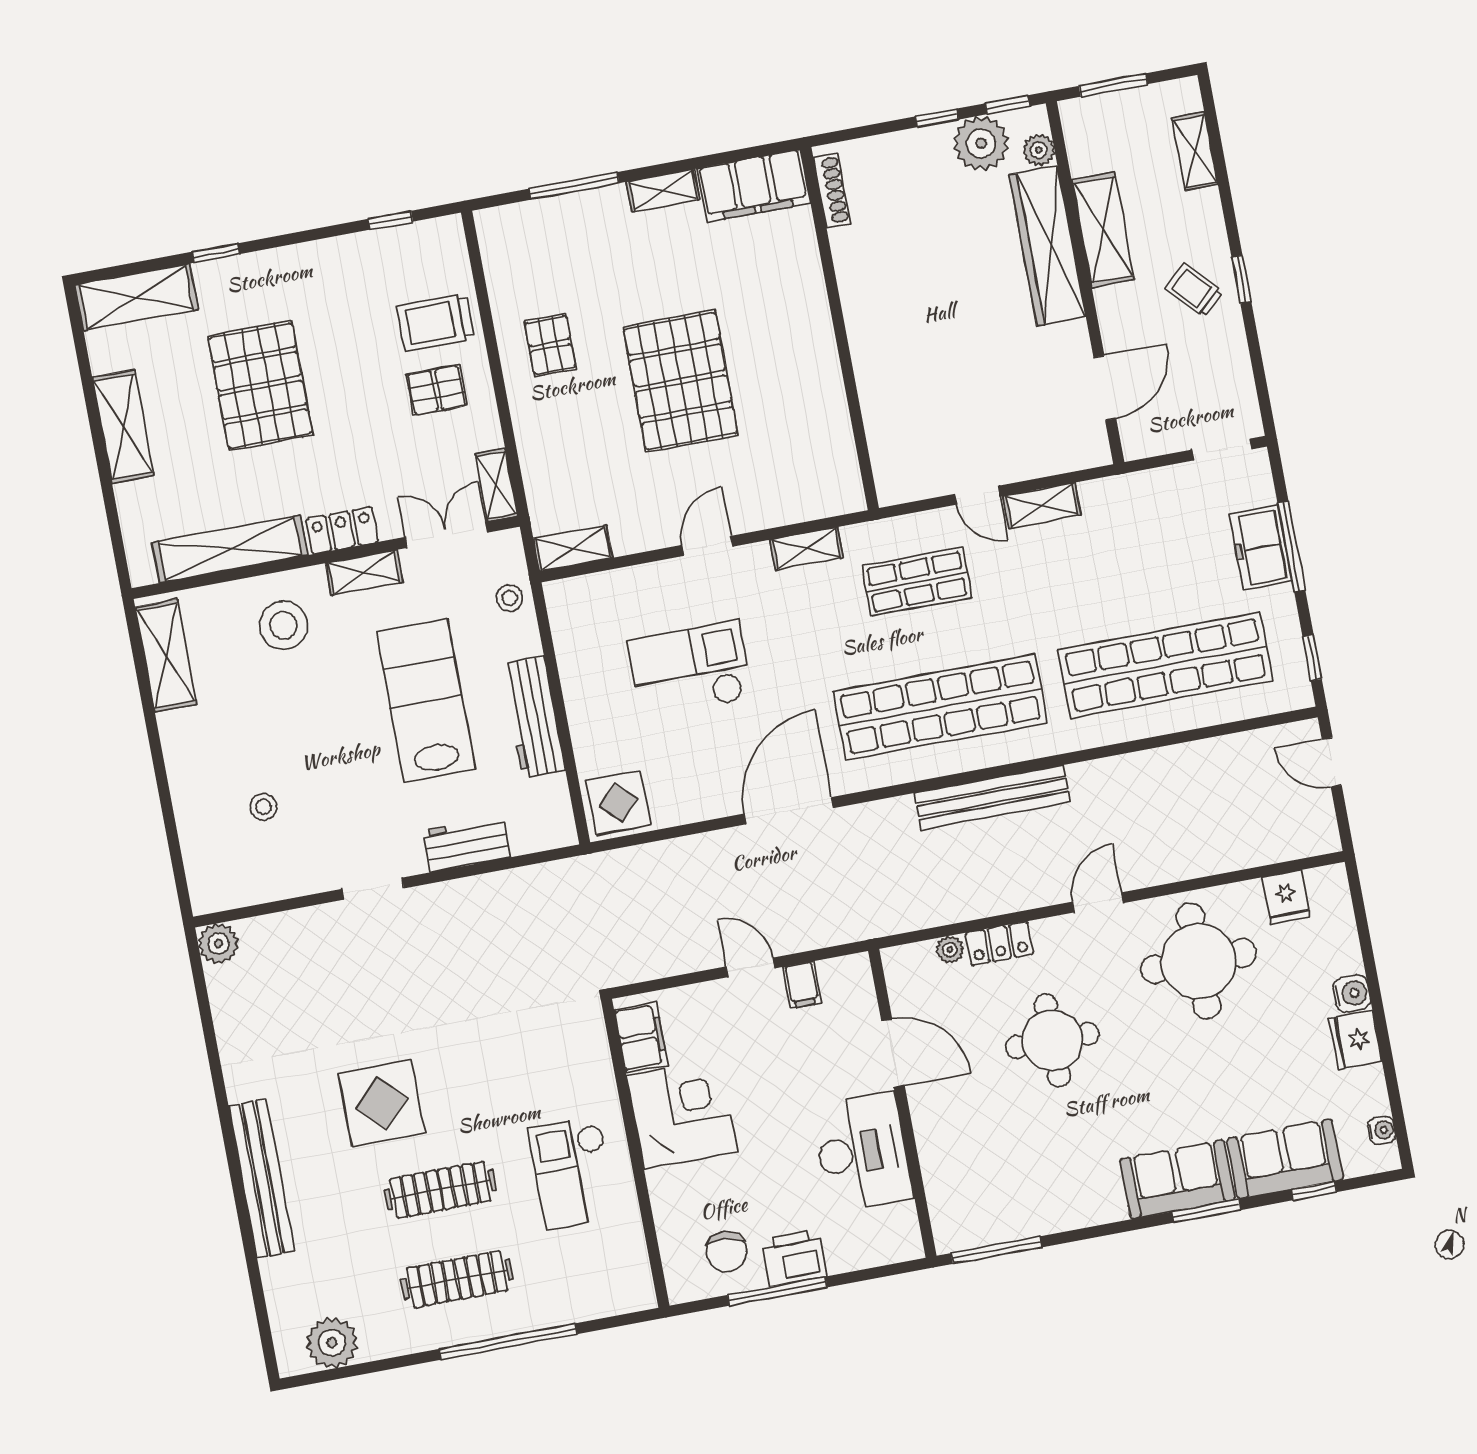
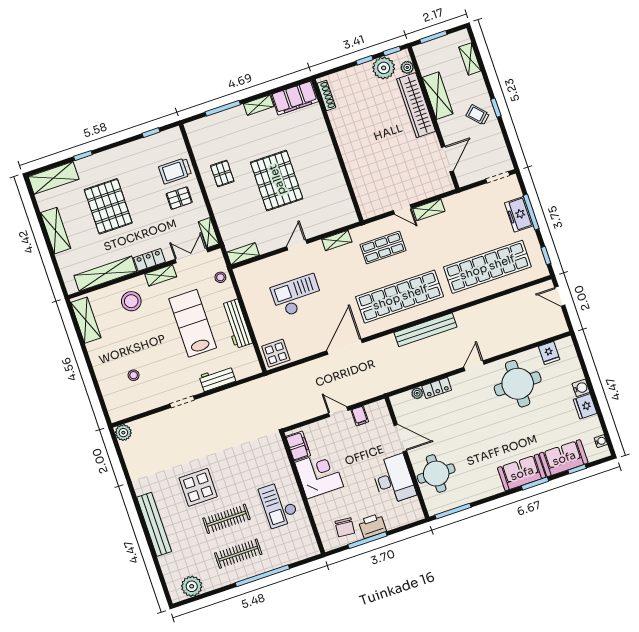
round table: (1052, 1040) -> (436, 474), moved

